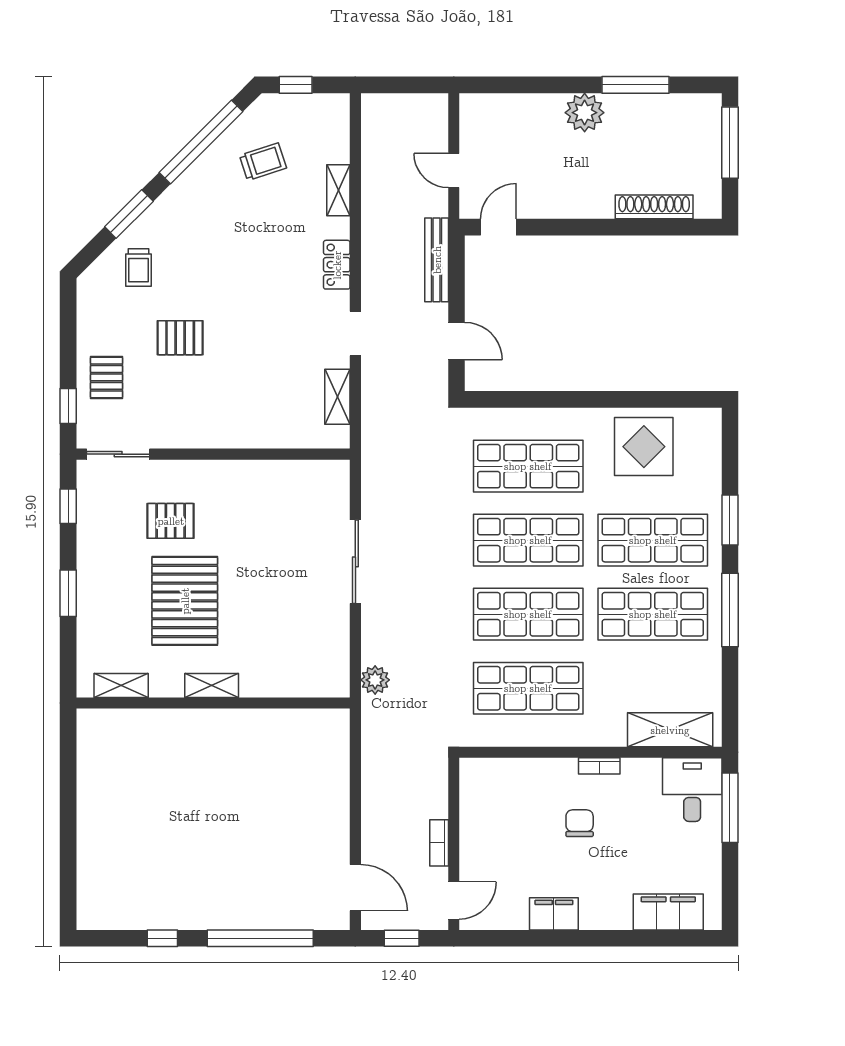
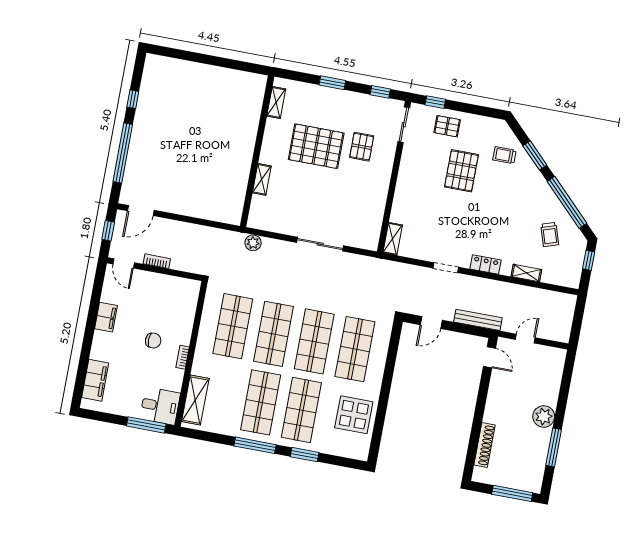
pallet: (180, 338) -> (461, 171), width x1.50, depth x1.42
shelving: (337, 397) -> (393, 239), moved, turned 90
shelving: (212, 685) -> (262, 179), moved

